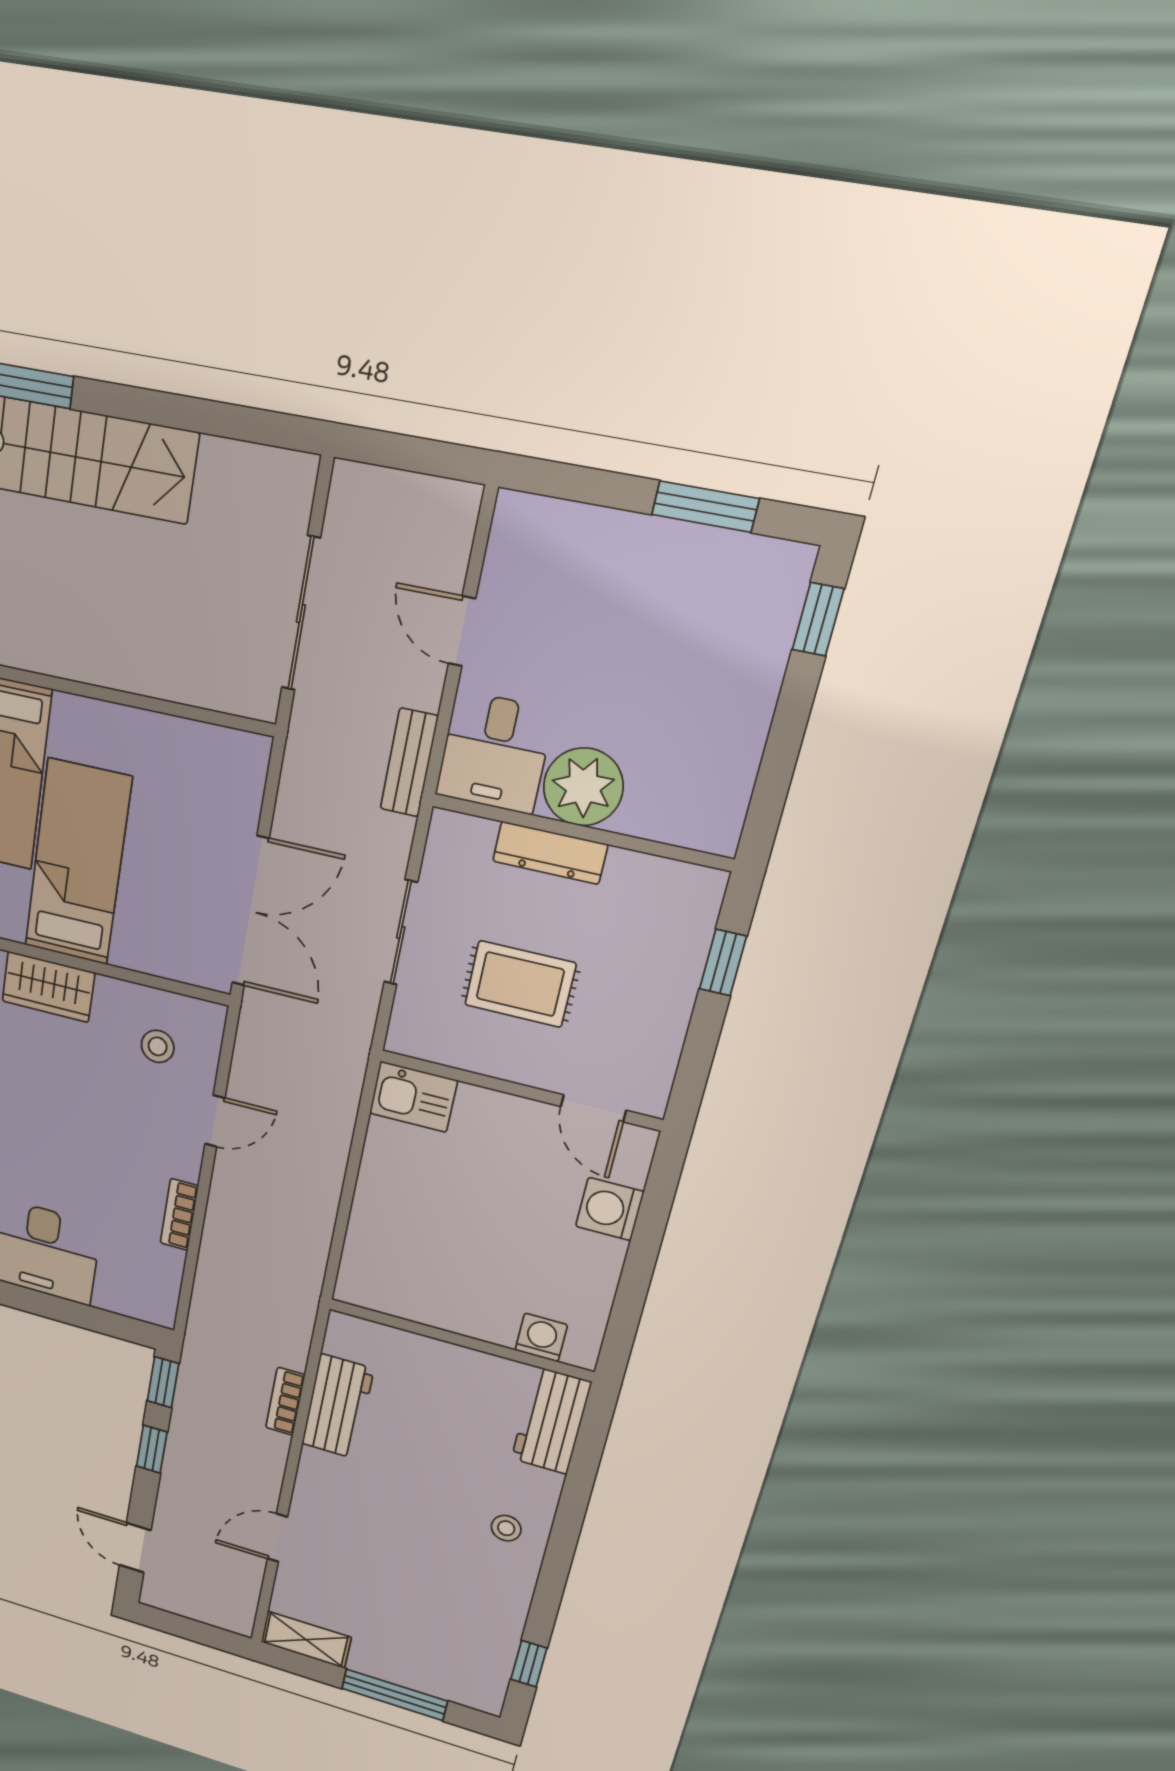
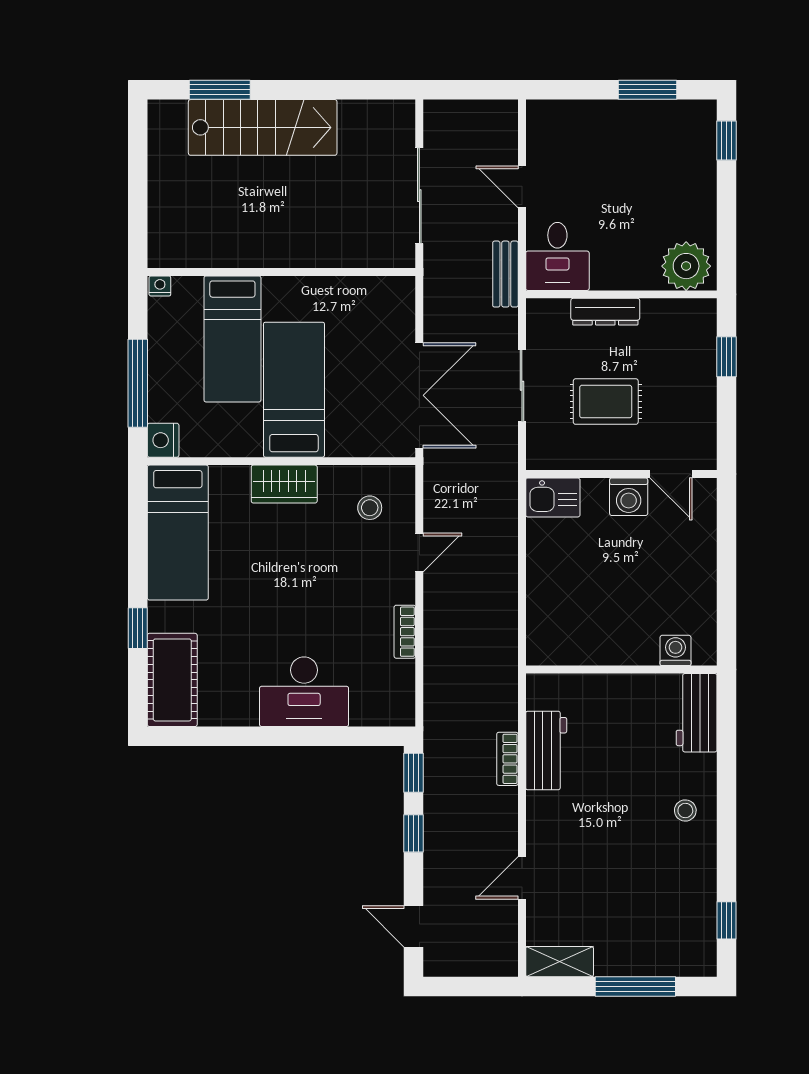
plant: (583, 787) -> (686, 266), moved
washing machine: (610, 1209) -> (629, 497), moved, turned -90

